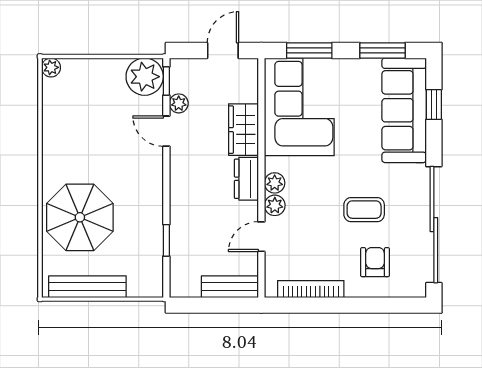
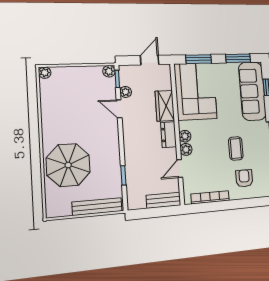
plant: (145, 77) -> (109, 71), width x0.53, depth x0.53
coffee table: (364, 210) -> (236, 148), turned 90
bench: (87, 287) -> (97, 207), moved

